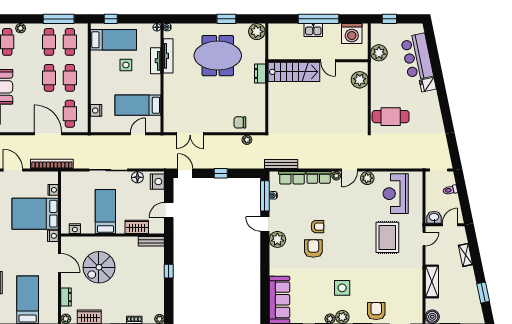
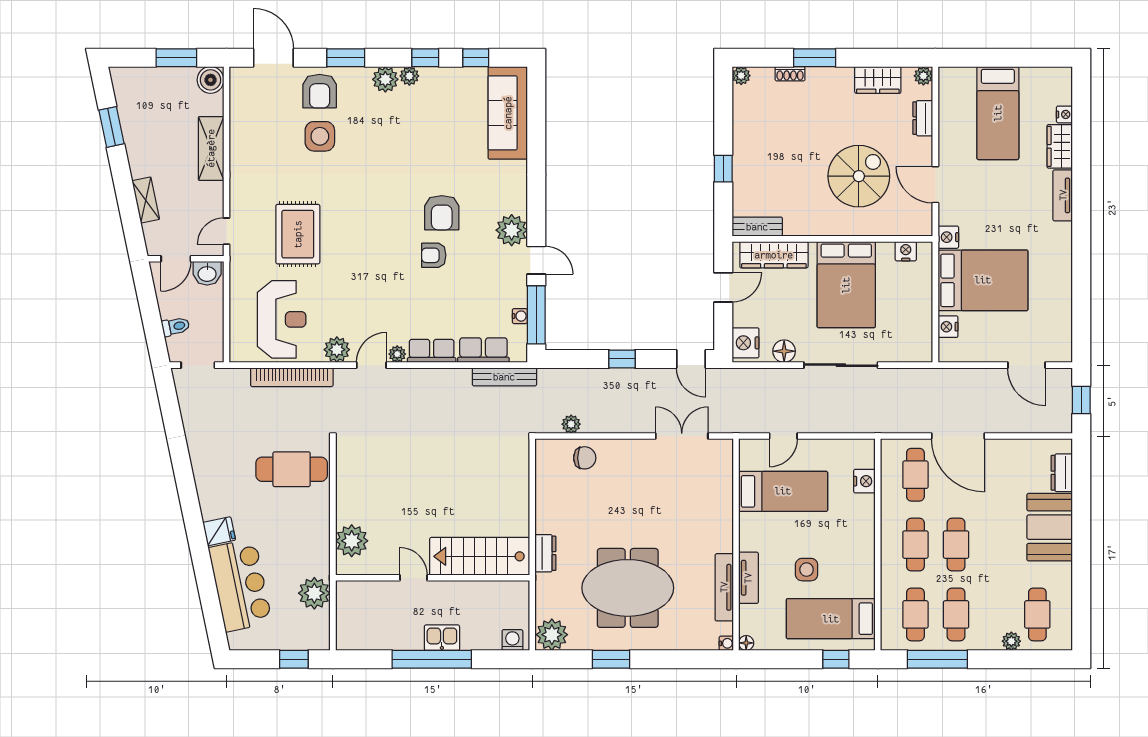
washing machine: (352, 34) -> (512, 640), moved, width x0.53, depth x0.53
bookcase: (52, 164) -> (292, 377), moved
bed: (105, 211) -> (846, 285), width x1.50
wardrobe: (137, 227) -> (774, 255), width x1.50
side table: (342, 288) -> (320, 136), moved

